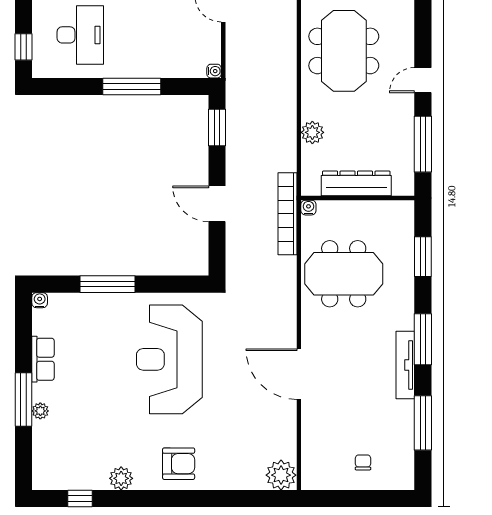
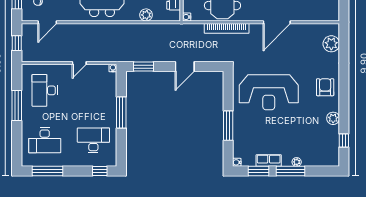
bookcase: (287, 214) -> (227, 28), moved
window: (24, 340) -> (259, 171), added
plant: (281, 475) -> (331, 44), moved

